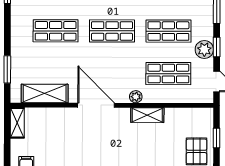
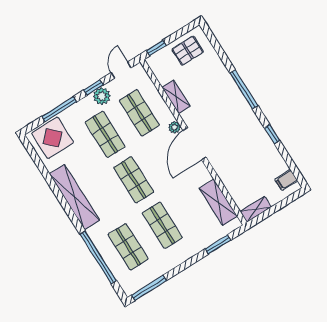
door: (96, 105) -> (195, 144), moved
shelving: (147, 115) -> (176, 97), moved
window: (216, 138) -> (156, 48), moved

